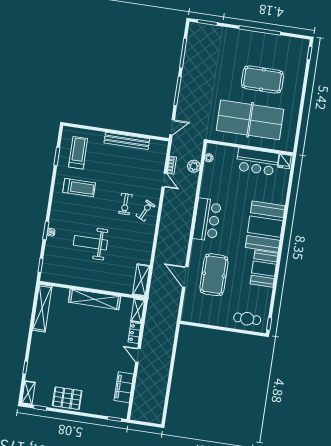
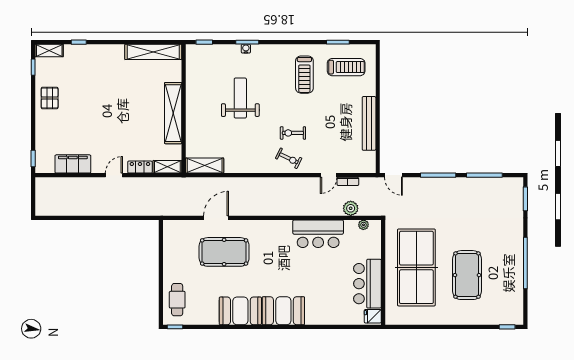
bar counter: (207, 220) -> (318, 234), moved
booth: (265, 227) -> (283, 311), width x0.73, depth x0.70
pallet: (67, 398) -> (50, 98), width x0.67, depth x0.71

